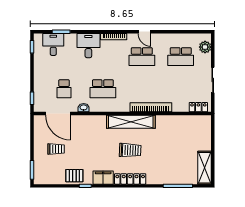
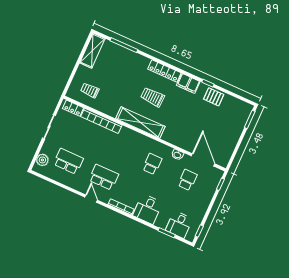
school desk: (103, 89) -> (152, 164), width x0.54
bookcase: (151, 107) -> (101, 121), moved
trolley: (56, 149) -> (90, 90), moved

